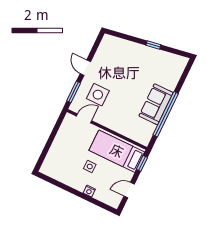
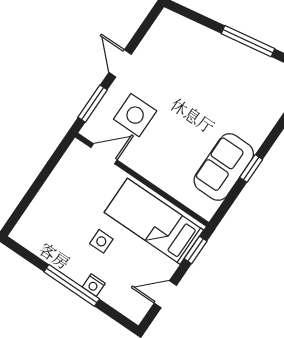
window: (153, 45) -> (248, 41), width x2.17
sofa: (156, 104) -> (224, 167), moved
window: (166, 114) -> (251, 168), width x0.32
window: (77, 193) -> (72, 285), added

